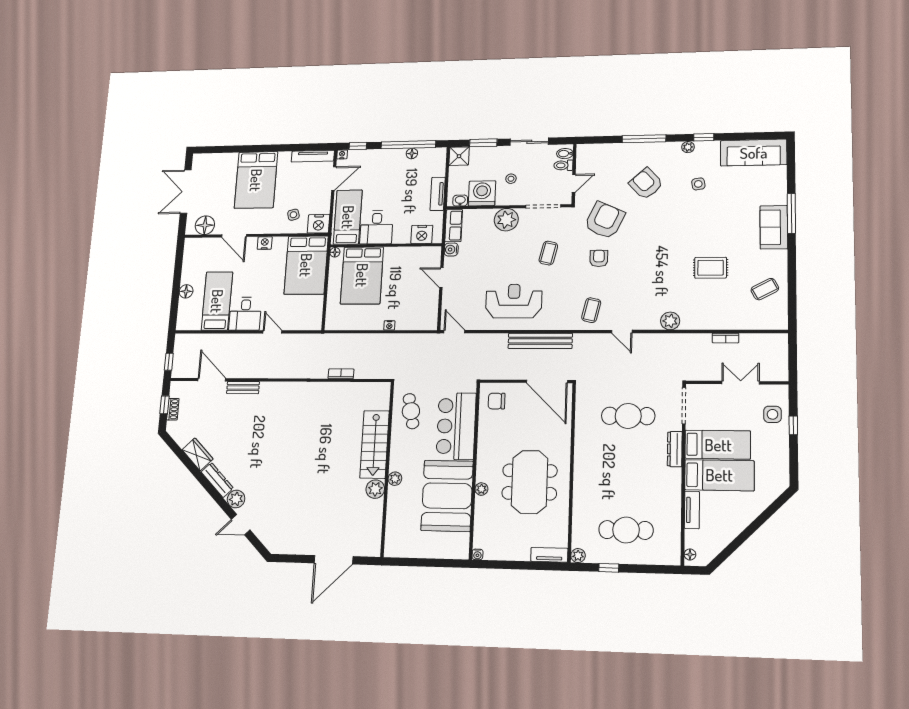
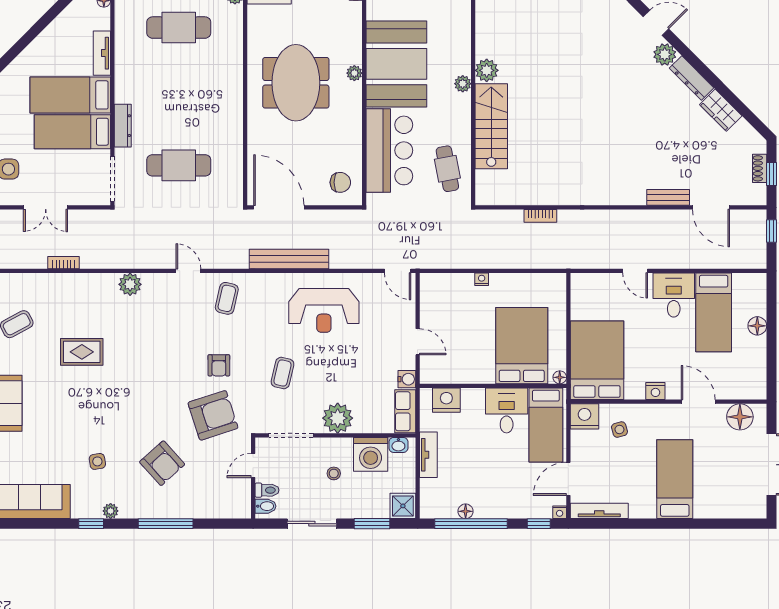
bed: (256, 180) -> (675, 479), width x0.67
armchair: (605, 220) -> (213, 415), turned -133

